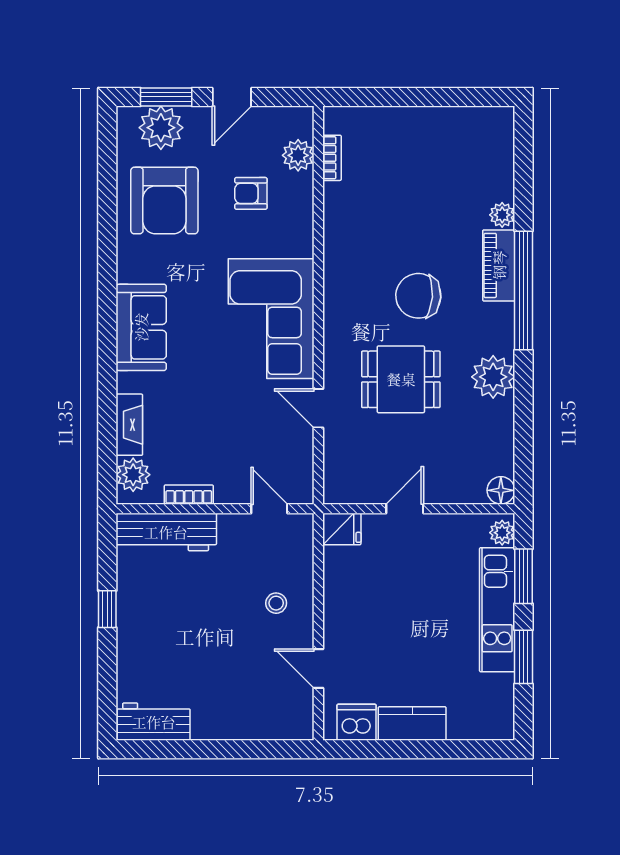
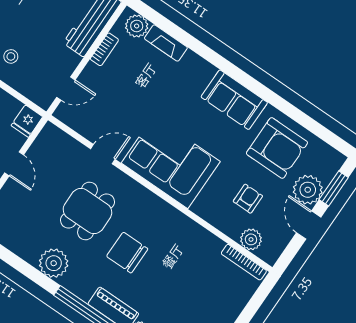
plant: (161, 128) -> (308, 190), moved
bookcase: (332, 158) -> (244, 262), width x1.56
armchair: (164, 201) -> (277, 148), turned 180
chair: (418, 296) -> (127, 253), turned -94
sofa: (141, 327) -> (234, 100), moved

